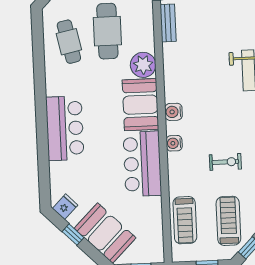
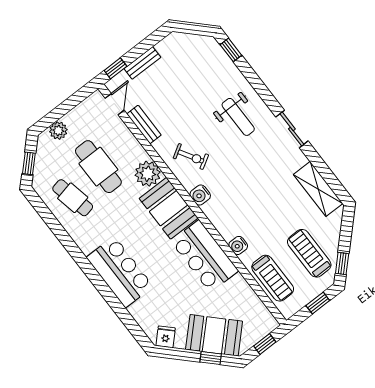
water cooler: (174, 143) -> (238, 245), moved
exercise bike: (225, 162) -> (191, 156), moved, turned 59
window: (73, 235) -> (211, 358), moved

